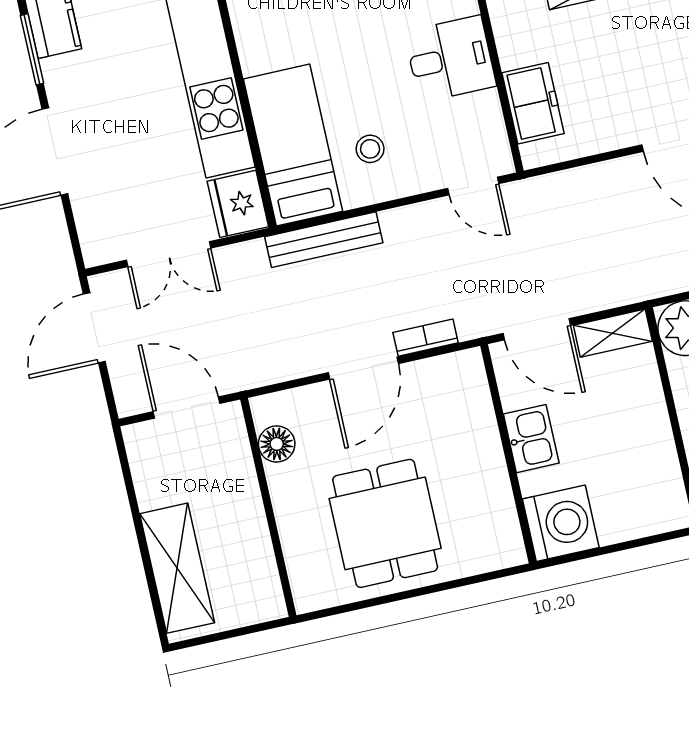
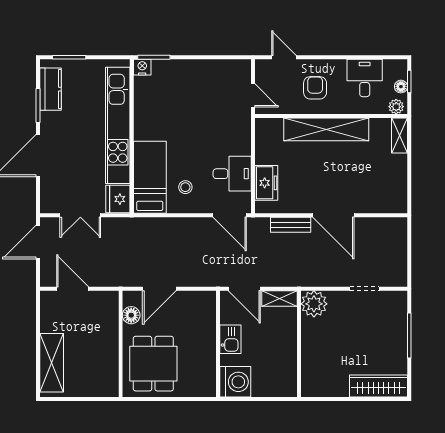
desk: (450, 59) -> (232, 174), moved
door: (473, 186) -> (230, 215), width x1.38
bench: (324, 240) -> (291, 225), moved, width x0.73
bookcase: (426, 338) -> (192, 281), removed
floor lamp: (277, 444) -> (131, 315), moved
wall: (268, 507) -> (121, 344), moved

